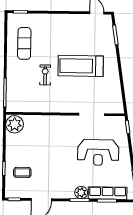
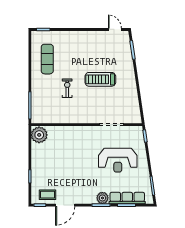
treadmill: (81, 66) -> (100, 79), width x0.73, depth x0.73
coffee table: (22, 172) -> (47, 195), moved

